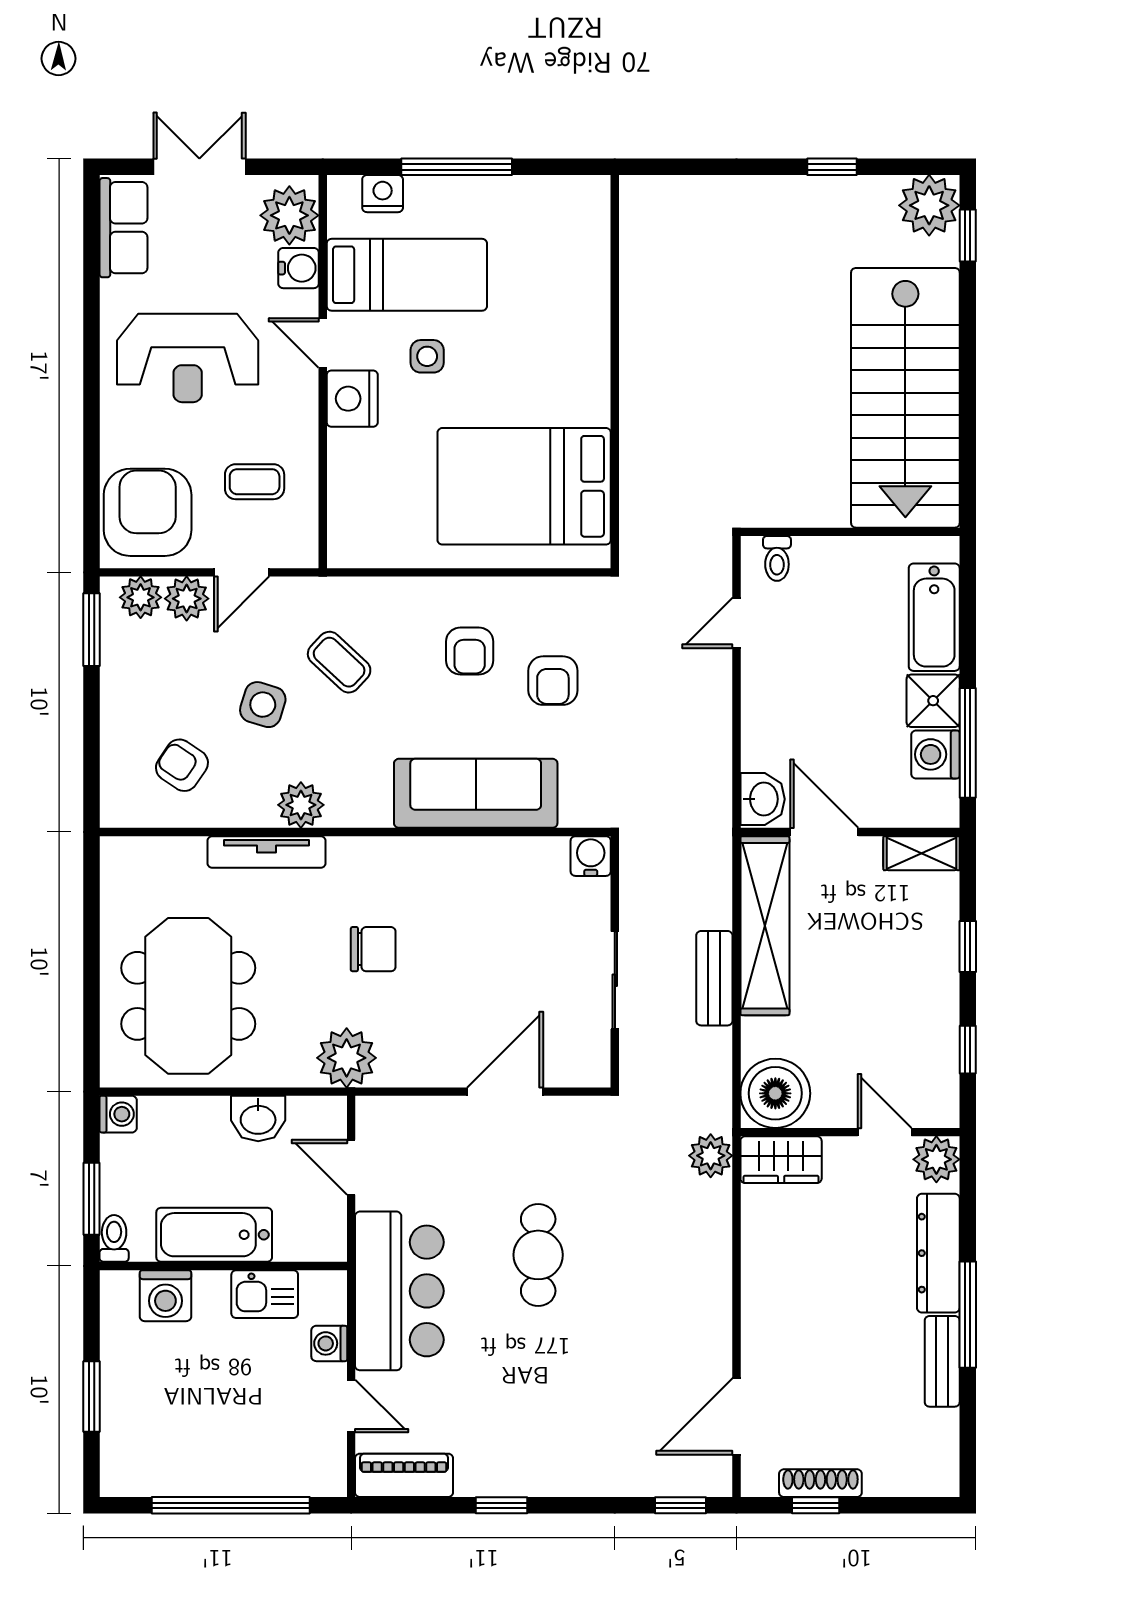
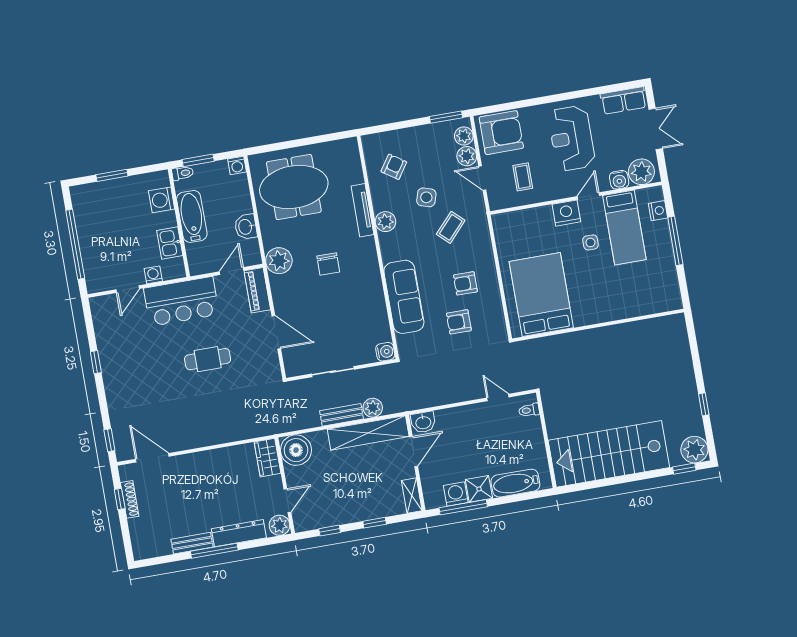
plant: (711, 1156) -> (373, 408), moved
piano: (404, 1475) -> (257, 290), moved, turned 180

